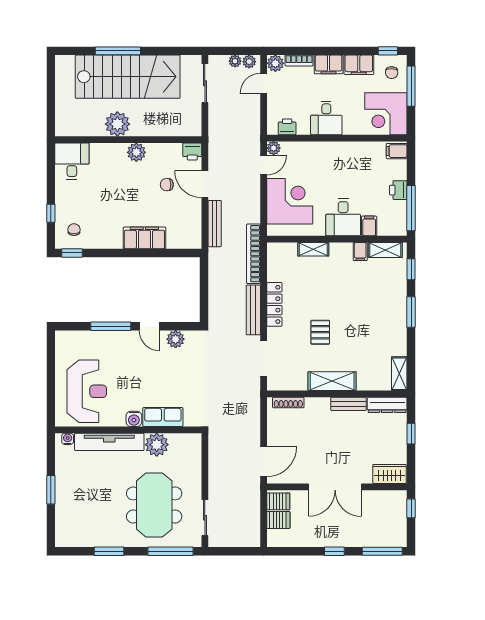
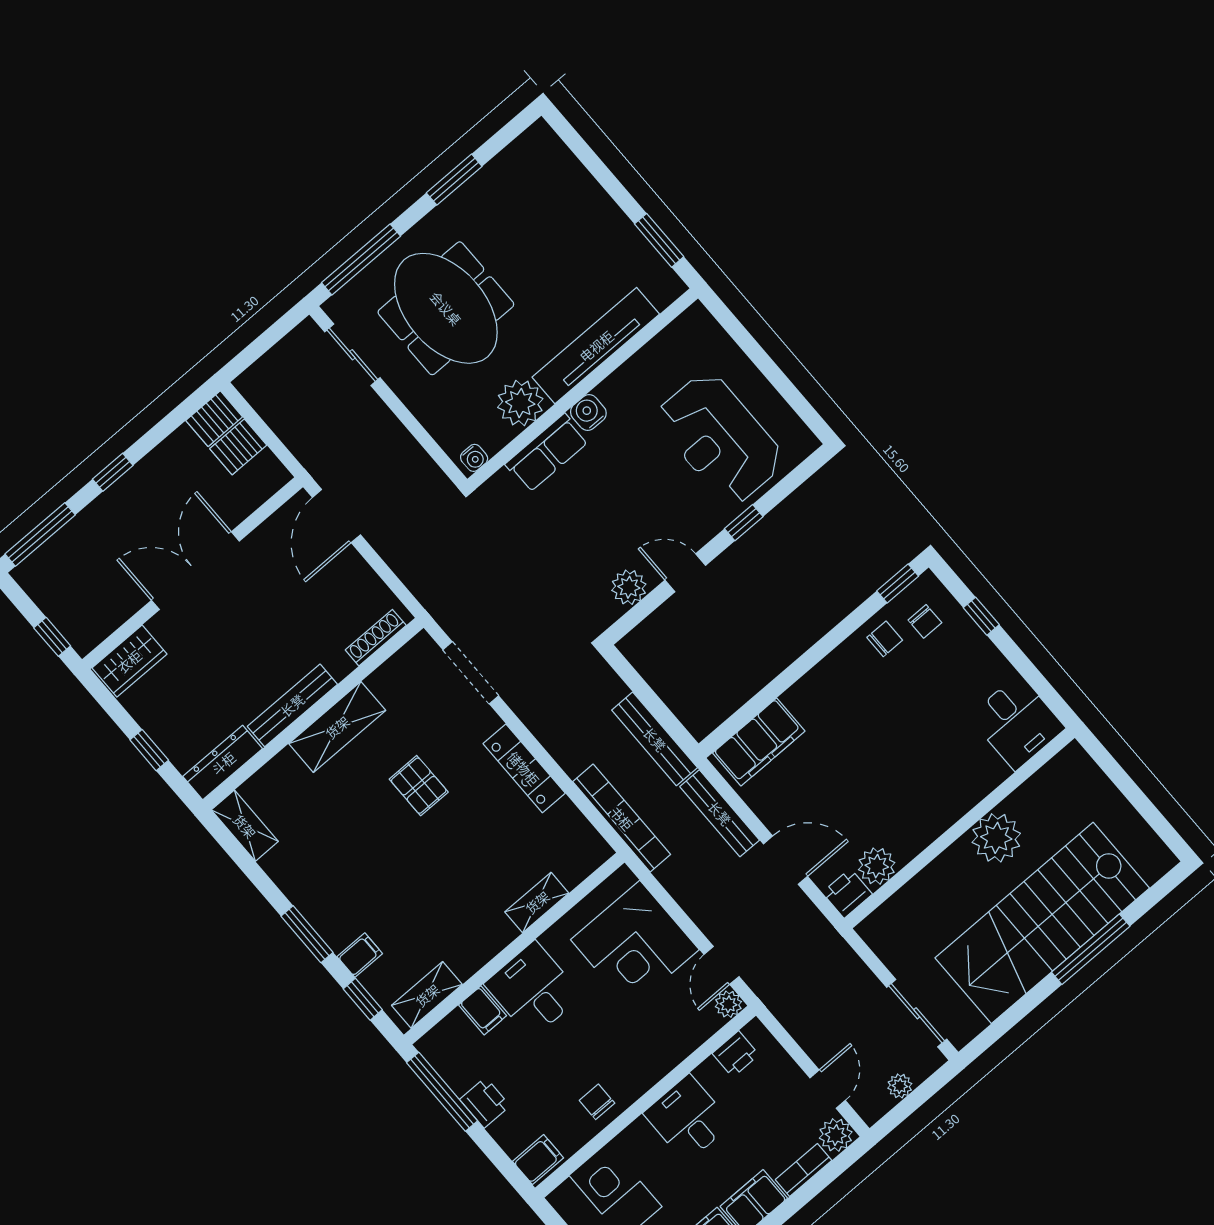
plant: (249, 62) -> (878, 1104), removed
plant: (136, 152) -> (877, 866), moved
chair: (355, 154) -> (597, 1102), added
chair: (167, 185) -> (885, 639), moved
filing cabinet: (144, 238) -> (759, 742), moved
filing cabinet: (360, 252) -> (360, 955), moved, turned 90
bench: (253, 310) -> (655, 739), moved
window: (111, 326) -> (744, 523), width x0.46
reception desk: (87, 391) -> (720, 439), moved
bench: (348, 404) -> (292, 705), width x1.36
water cooler: (68, 439) -> (474, 458), moved
window: (51, 490) -> (659, 240), moved
server rack: (278, 501) -> (214, 419), moved

